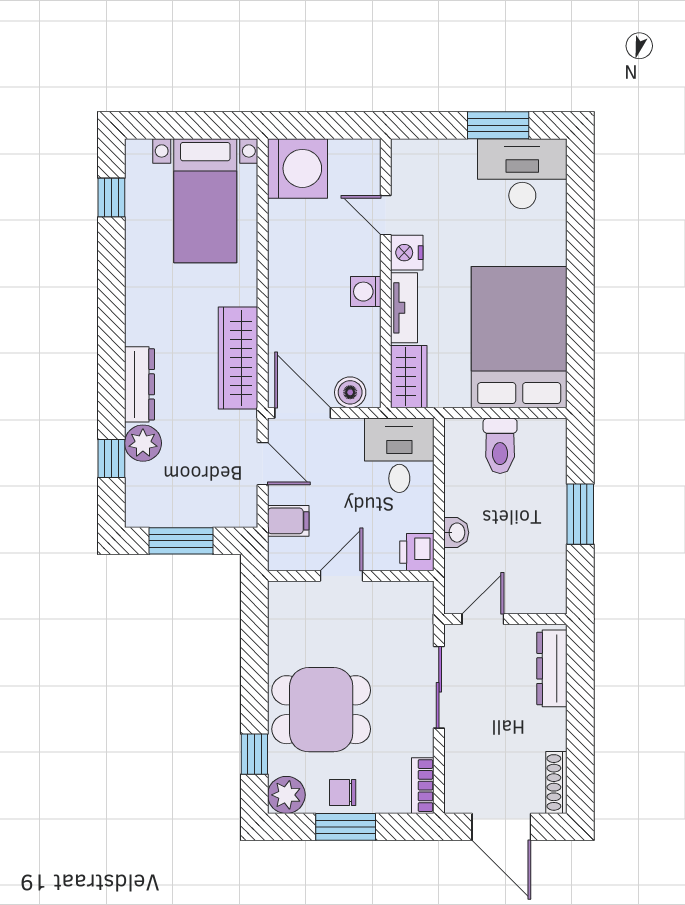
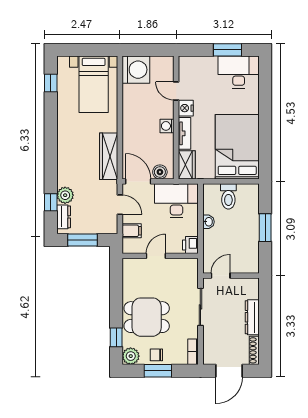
dresser: (140, 384) -> (64, 217), moved, width x0.70
desk: (399, 455) -> (176, 201), width x1.37
washbasin: (456, 533) -> (208, 222), moved
dresser: (552, 668) -> (252, 317), moved
door: (501, 827) -> (229, 371), hinge flipped

